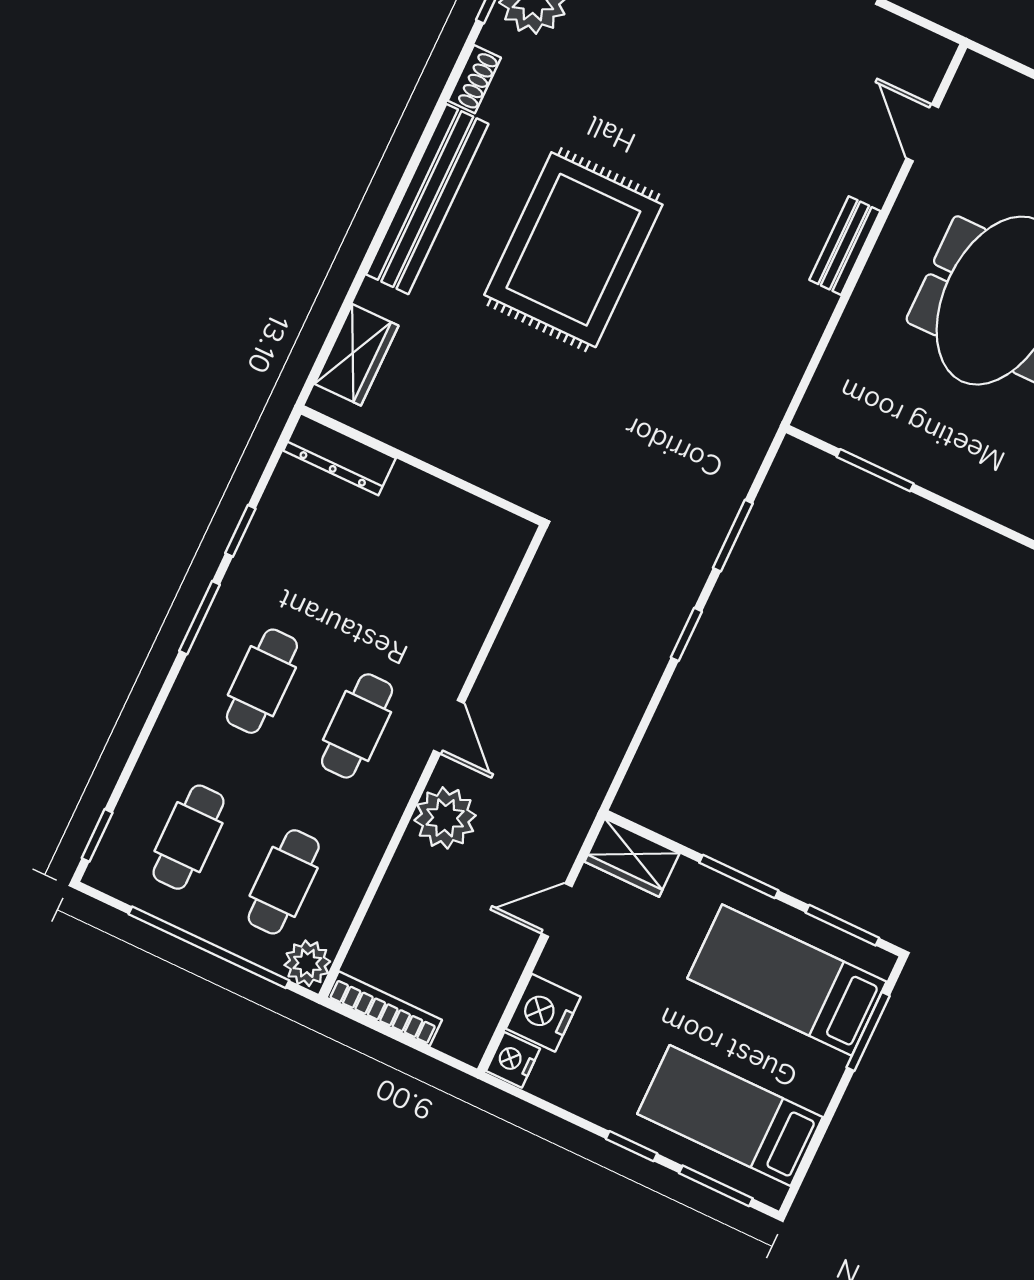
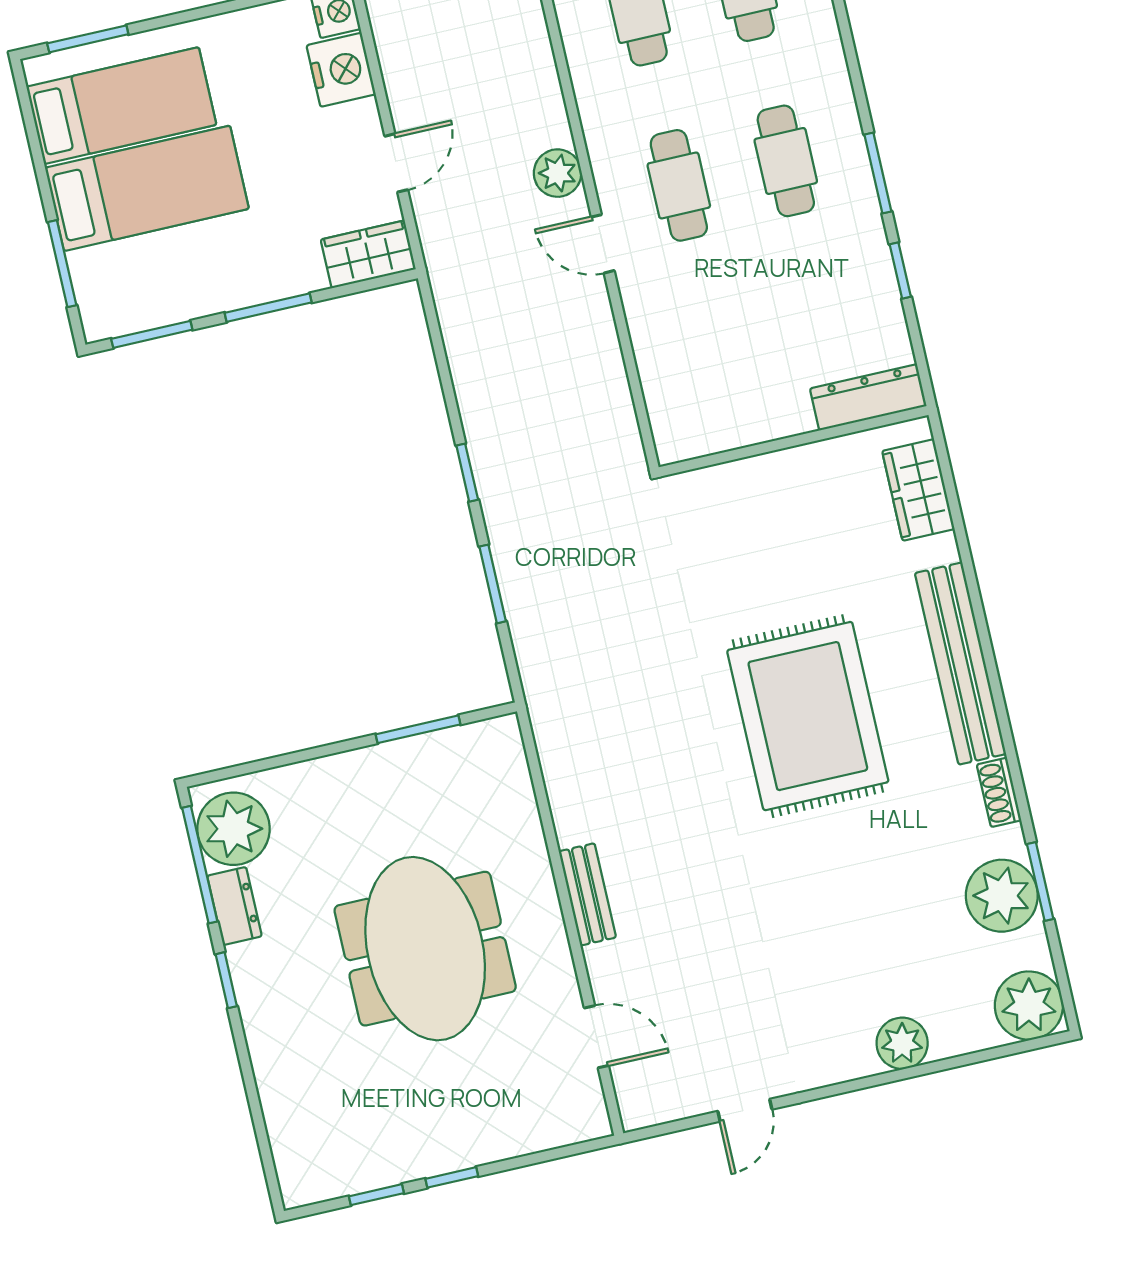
plant: (445, 818) -> (558, 173), width x0.73, depth x0.73
bed: (787, 980) -> (147, 188), moved
window: (632, 1146) -> (183, 17), removed

